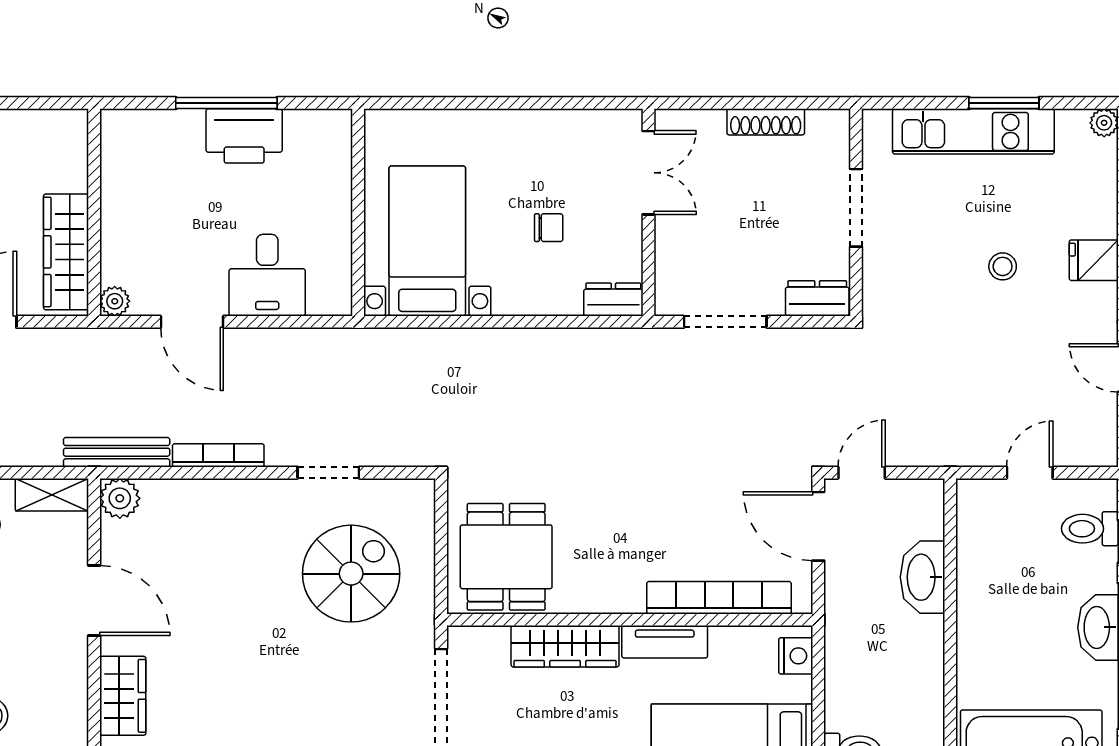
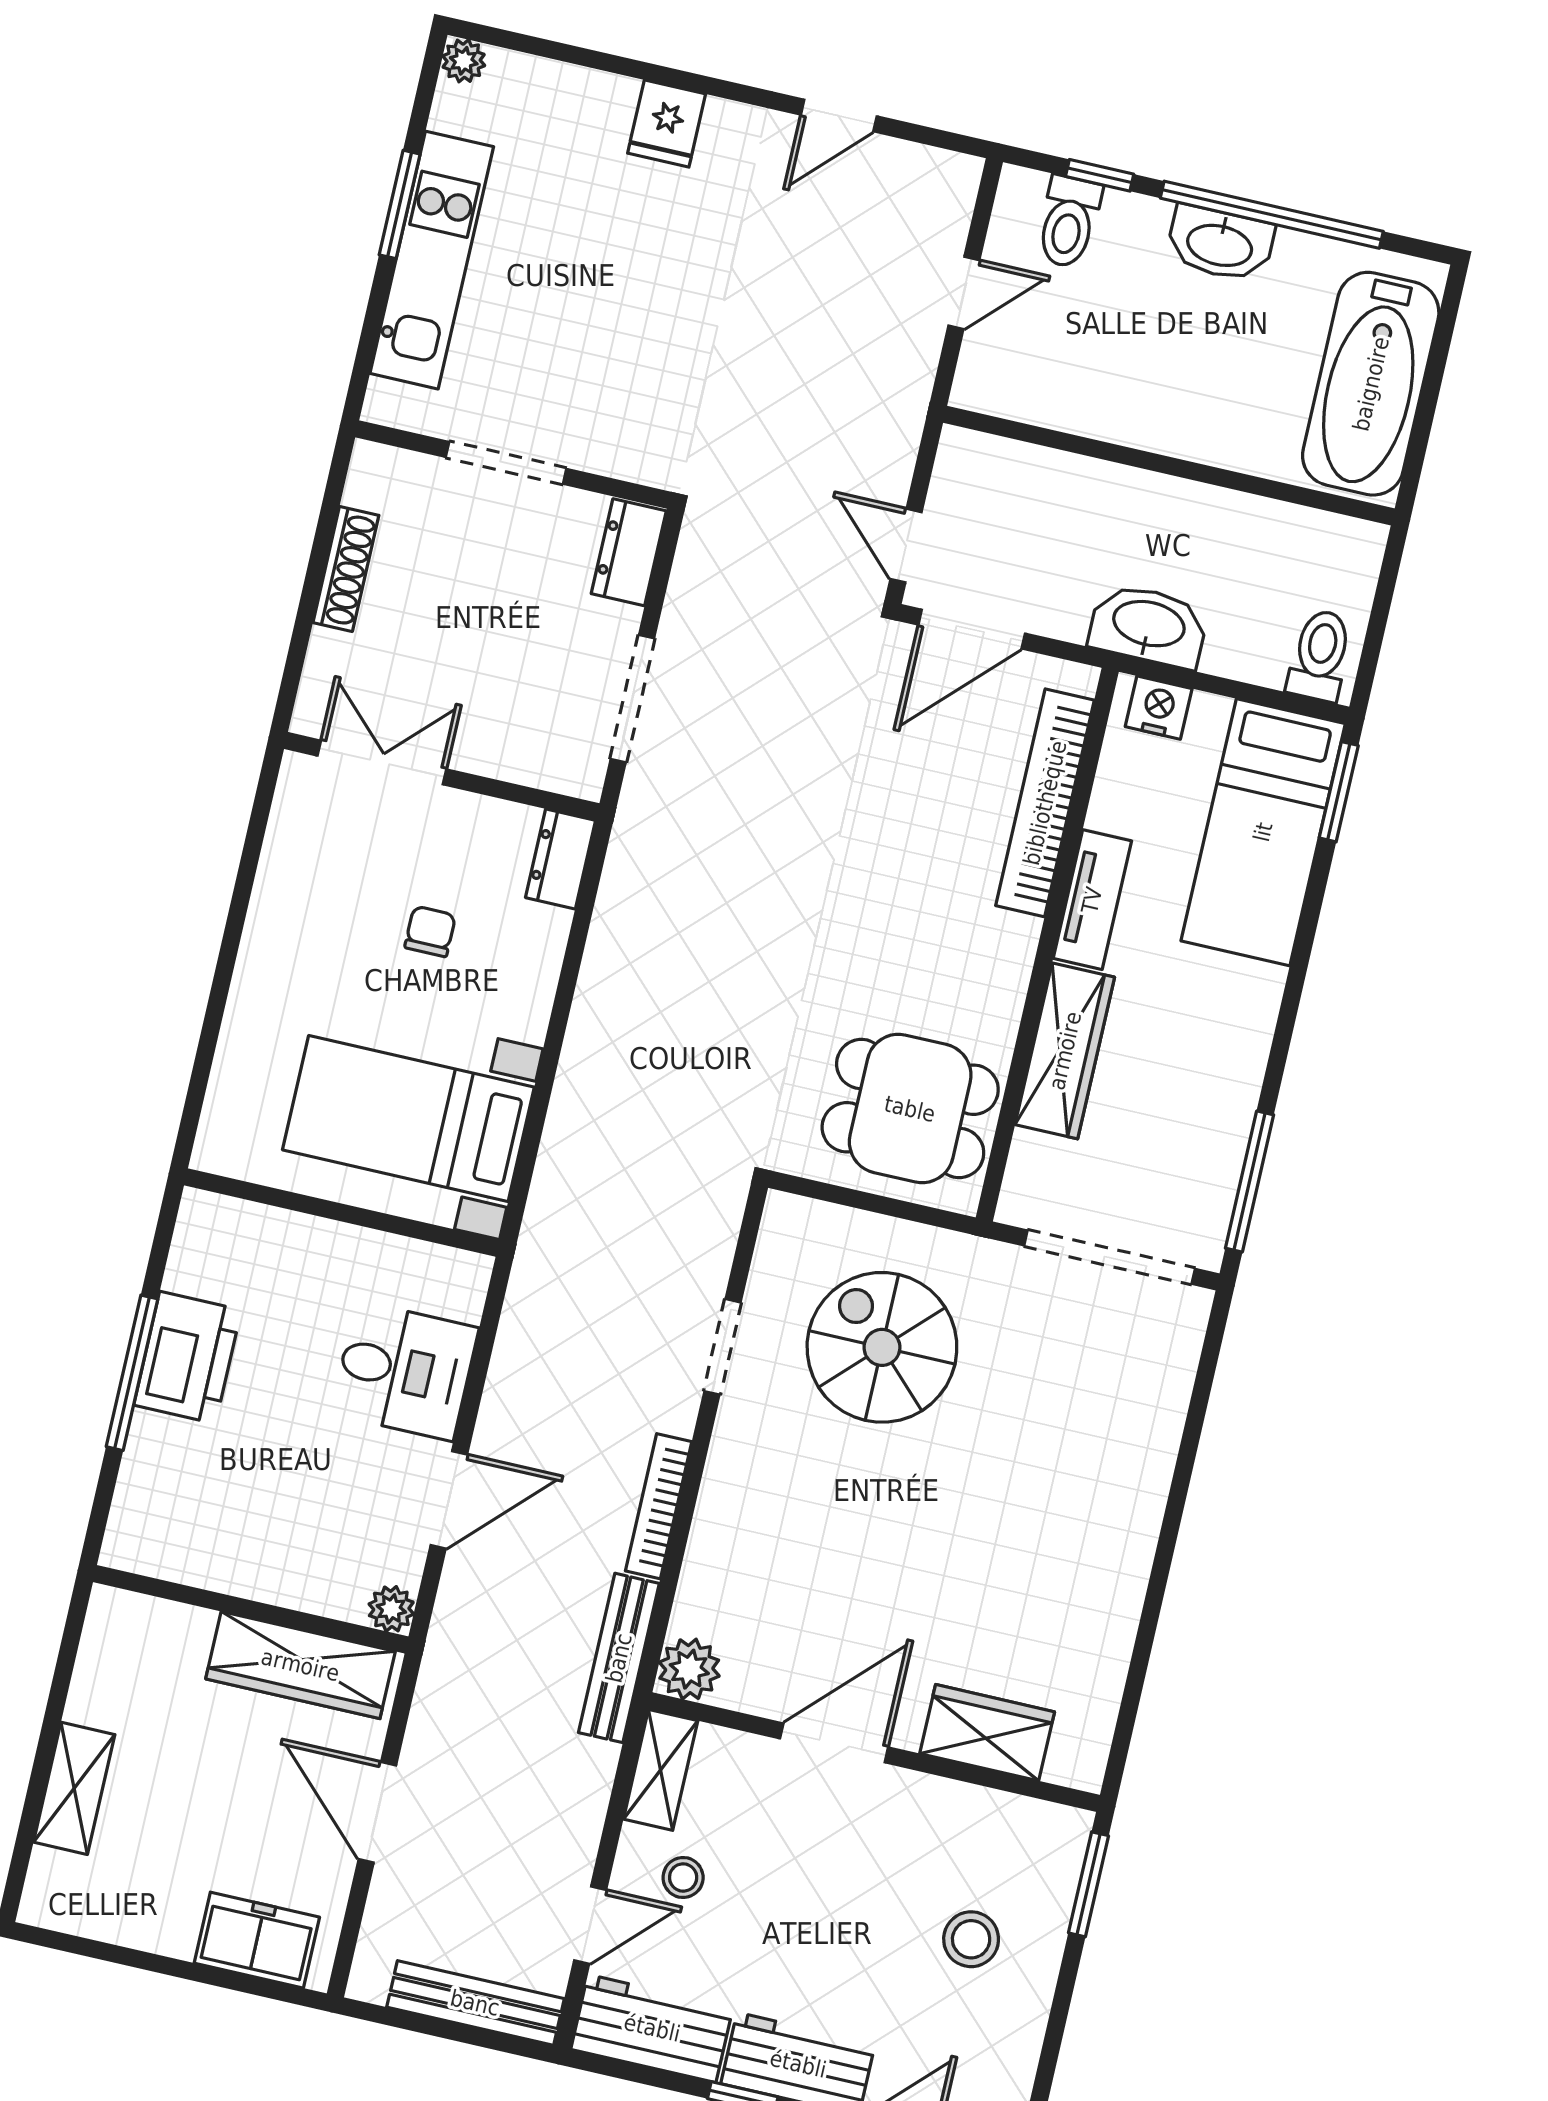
stool: (1003, 266) -> (645, 263), removed
door: (1030, 473) -> (964, 293), swing flipped
washbasin: (922, 577) -> (1148, 626), moved, turned 180

